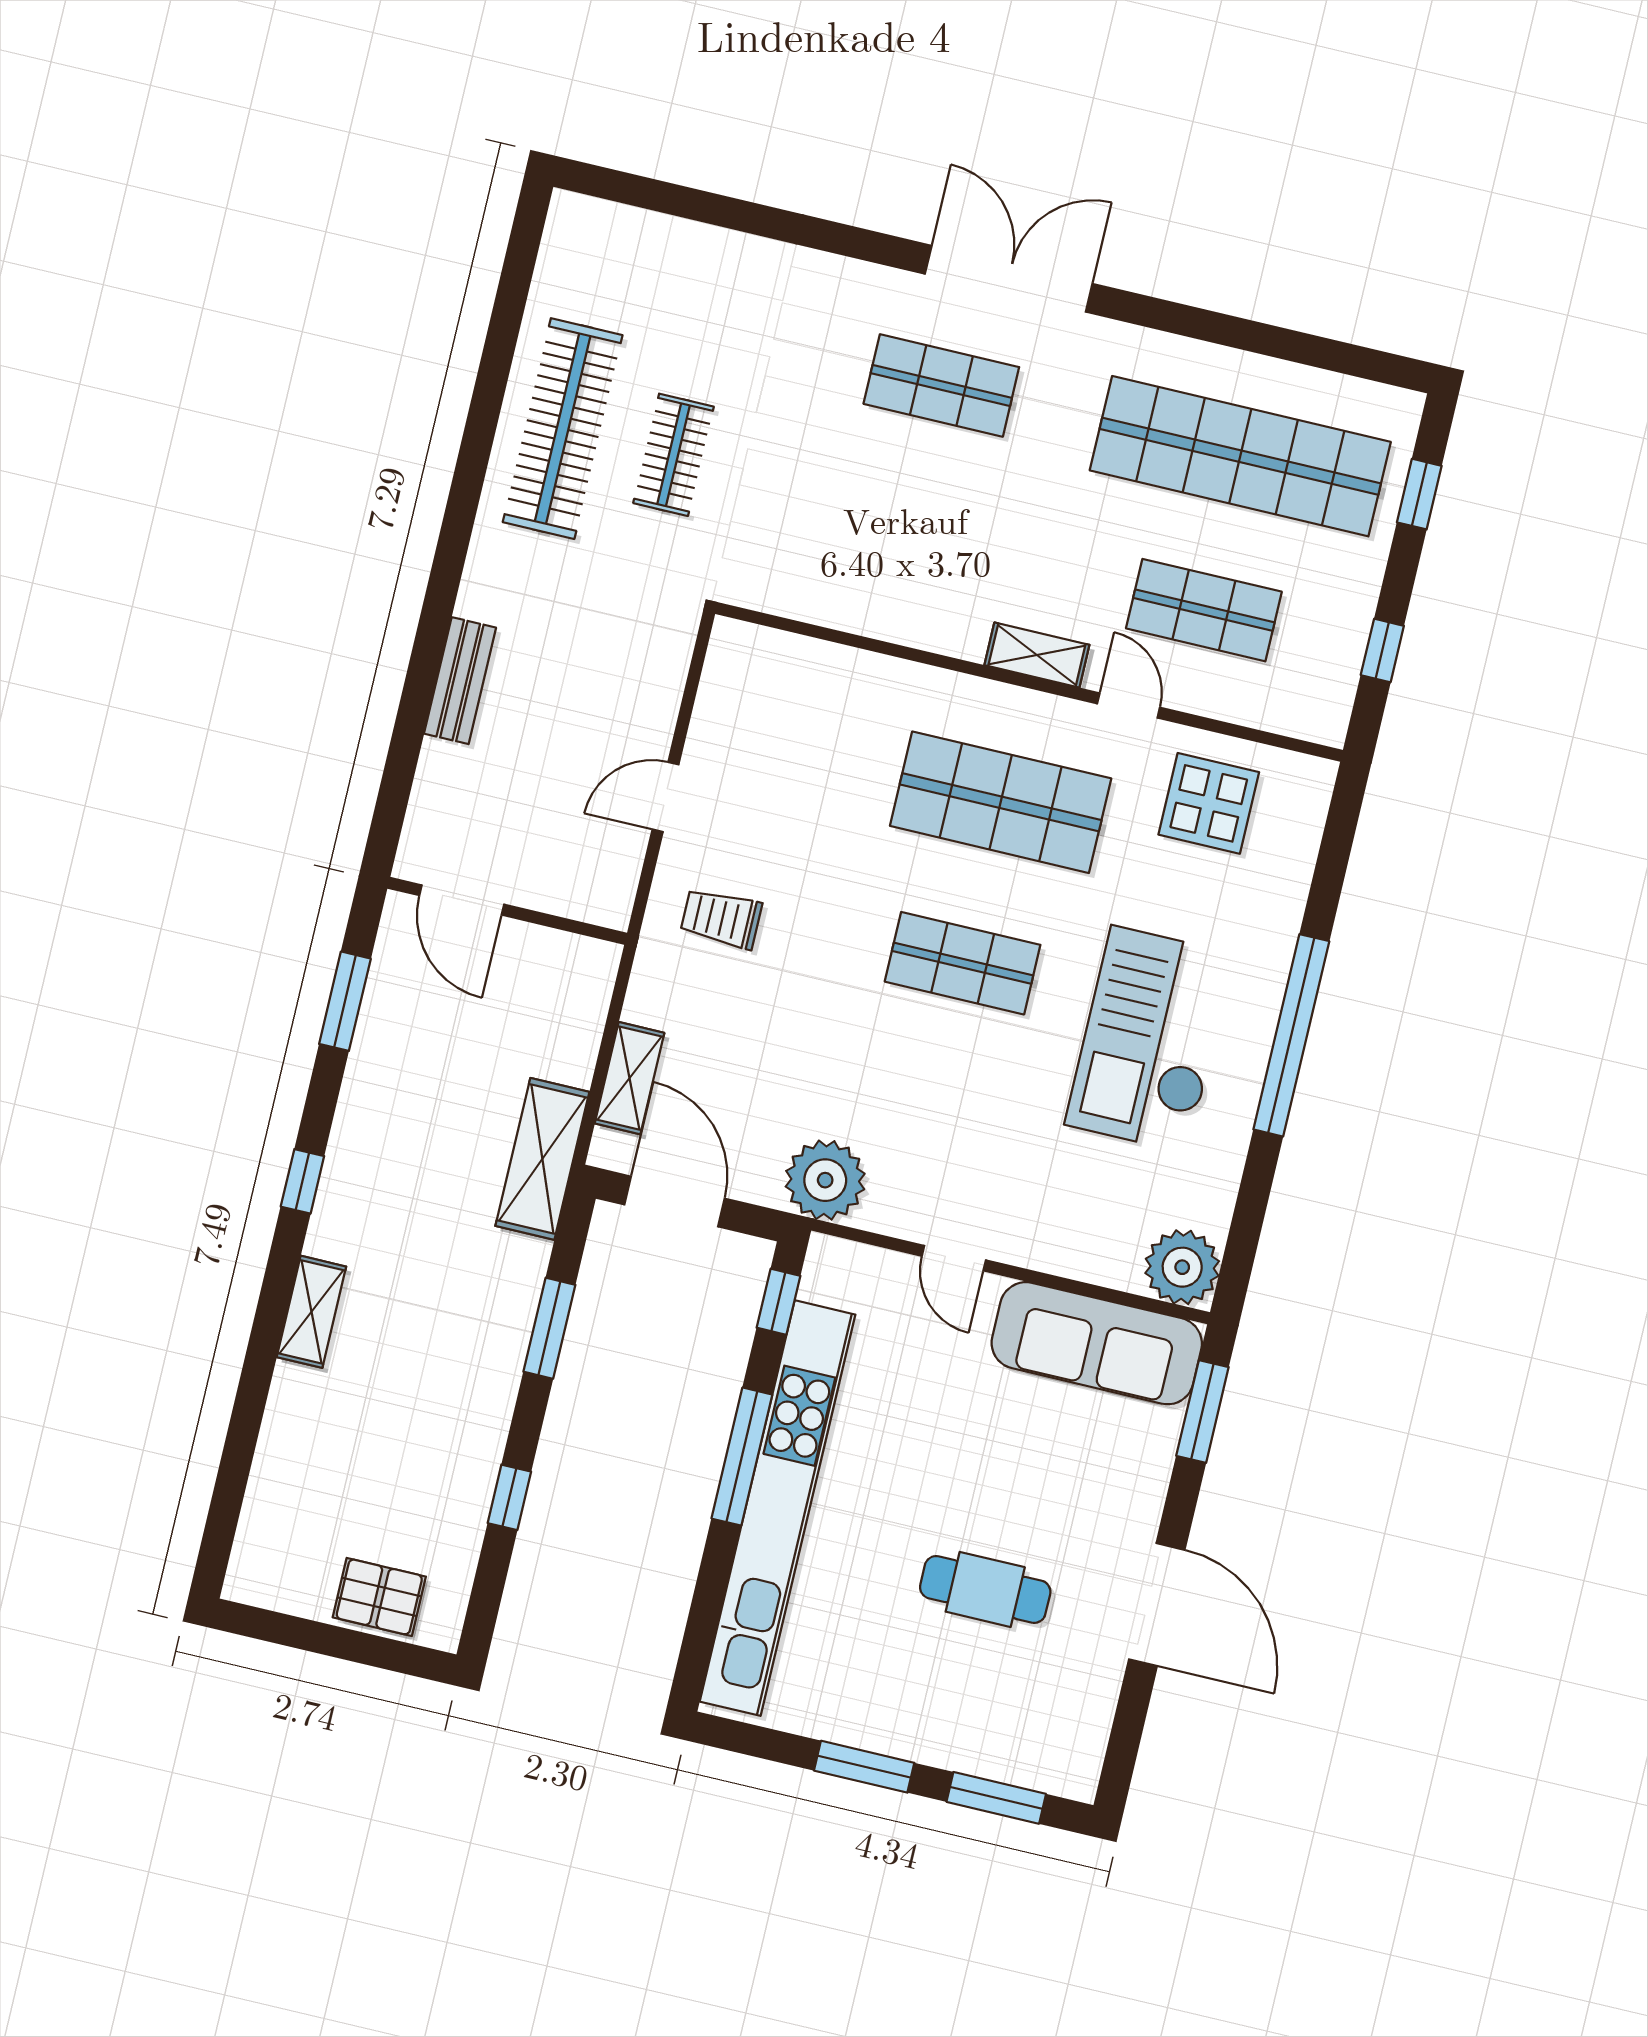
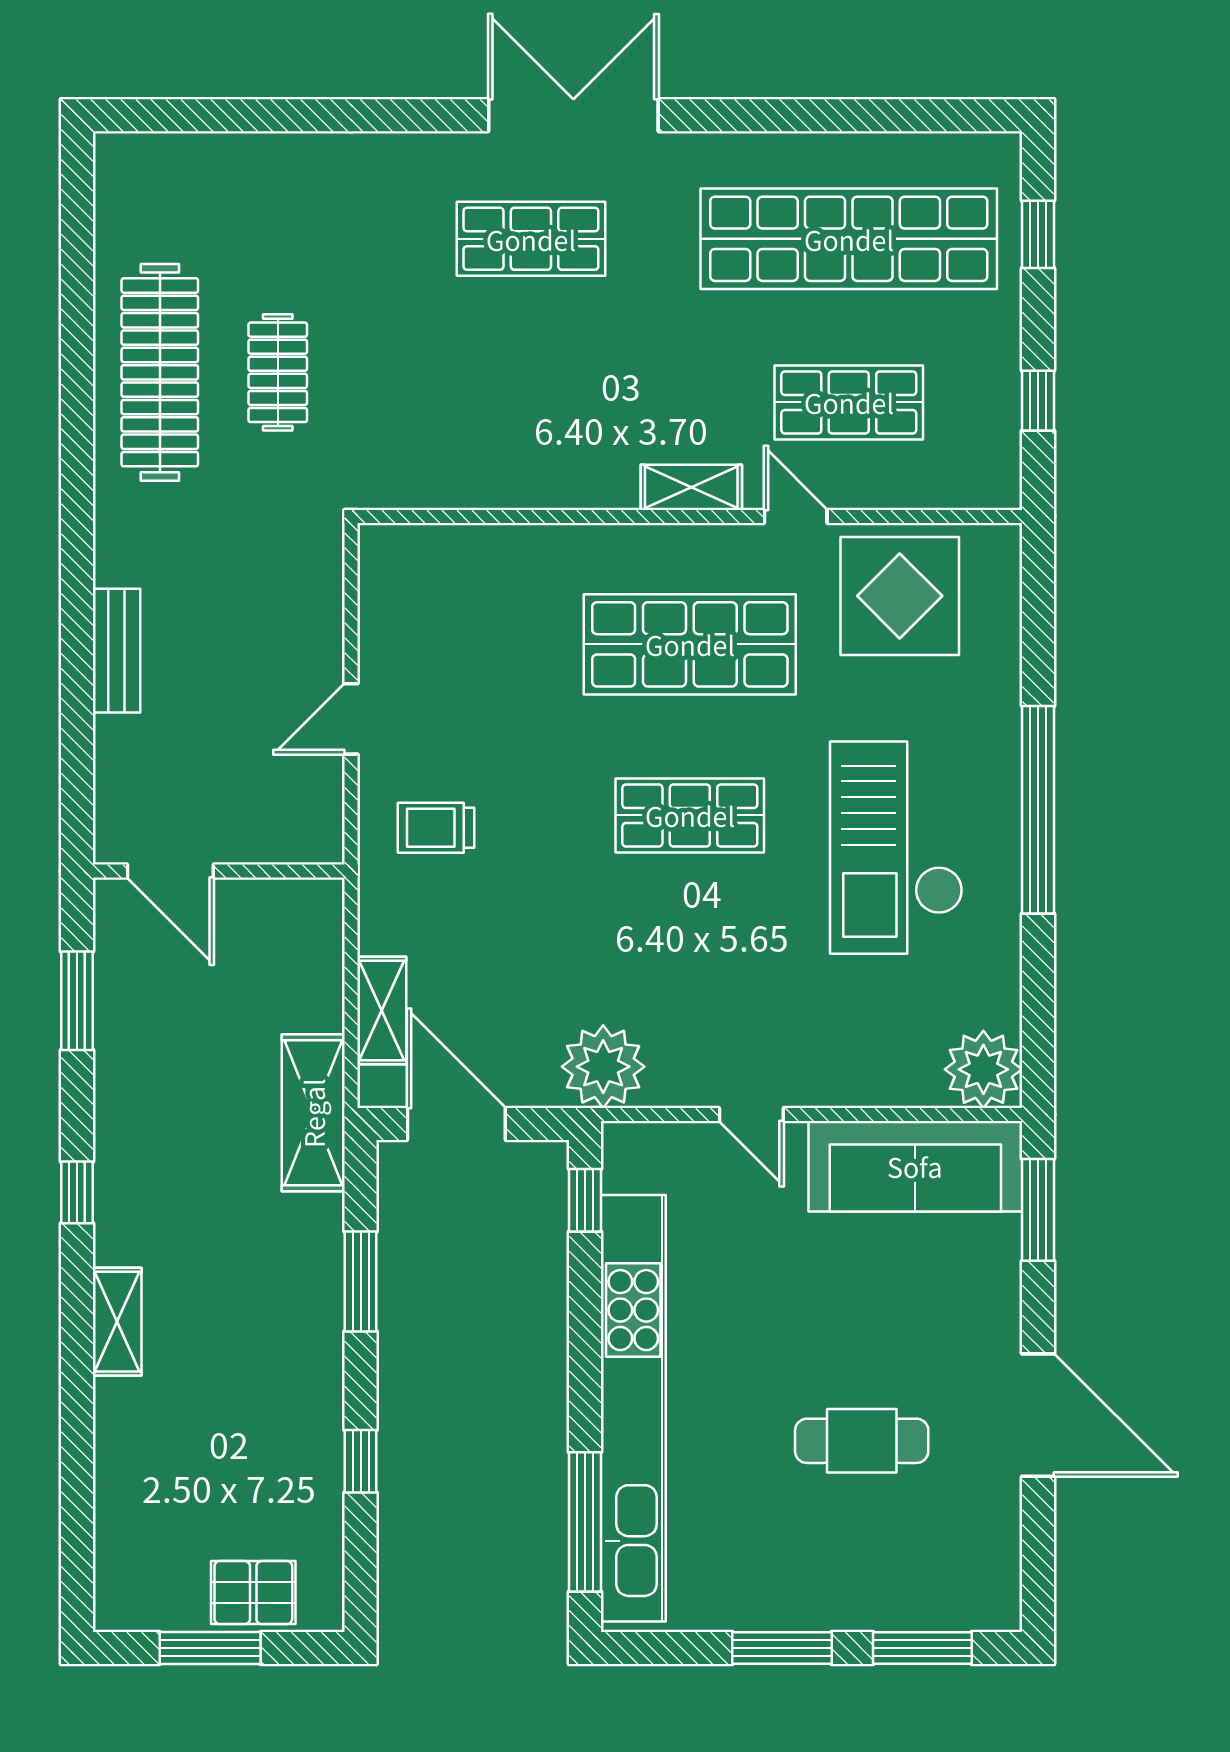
display table: (1209, 803) -> (900, 596), width x1.36, depth x1.36
window: (742, 1457) -> (585, 1522), moved
window: (326, 1640) -> (210, 1648), added

